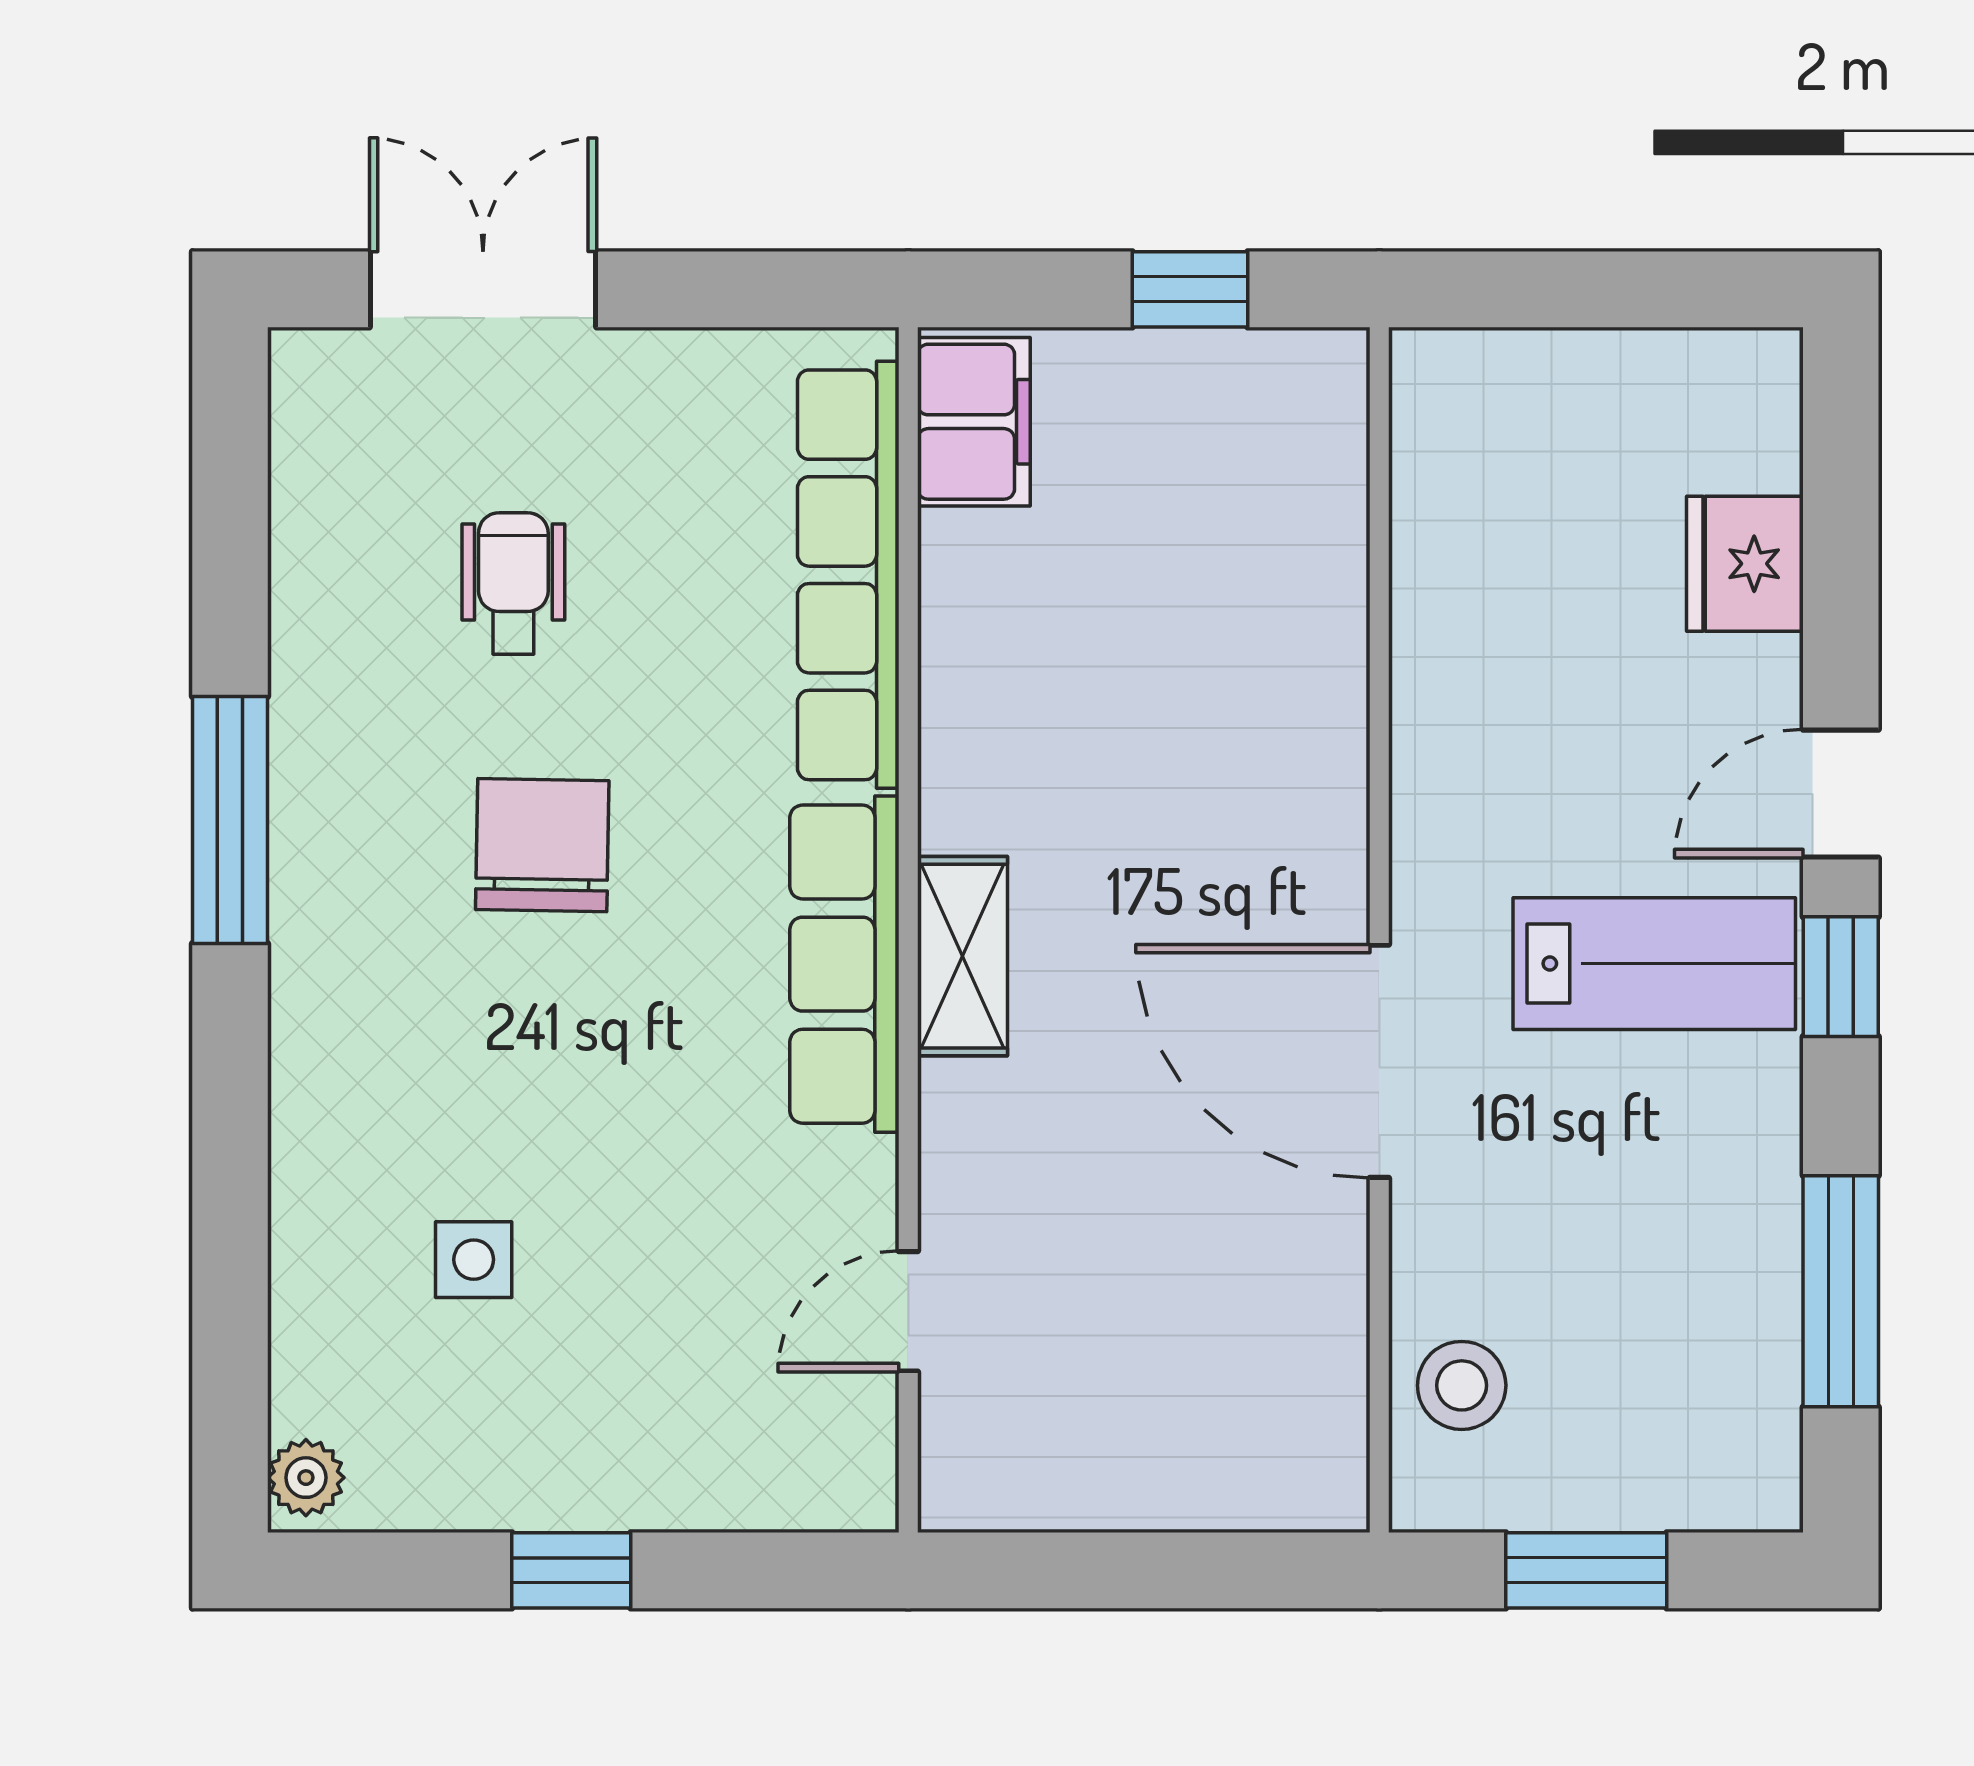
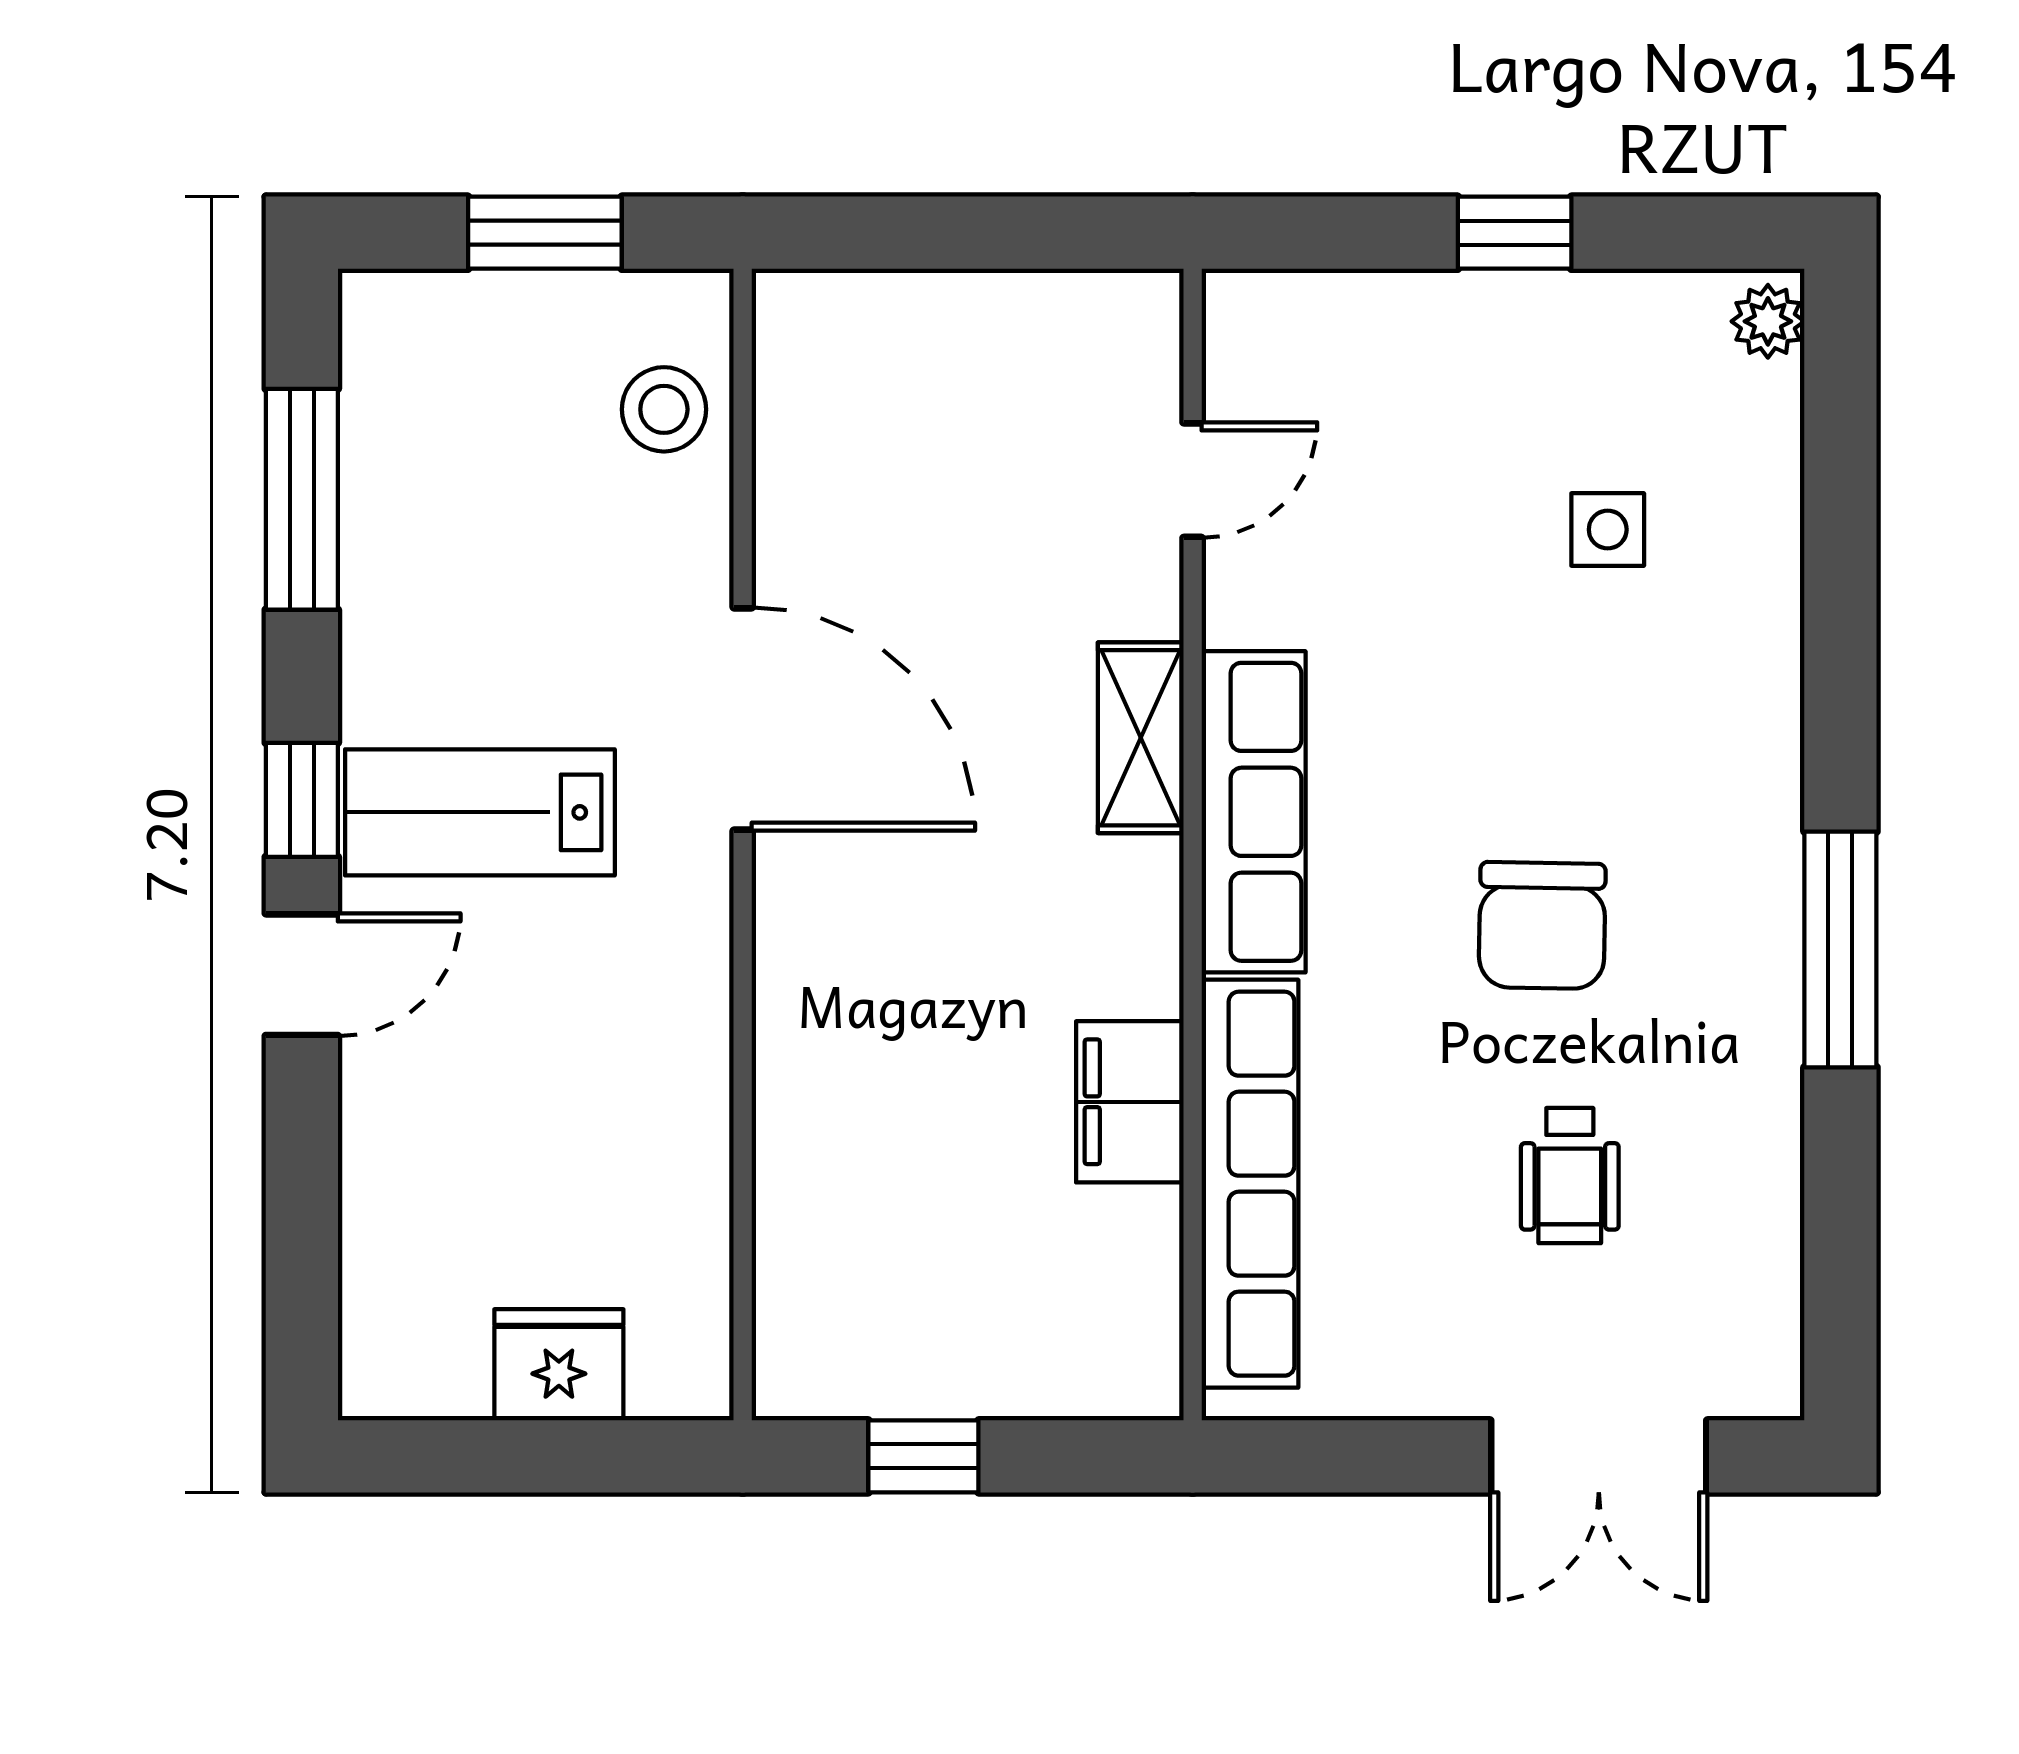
filing cabinet: (974, 422) -> (1130, 1102), moved
fridge: (1745, 564) -> (559, 1365), moved, turned -90
shelving: (963, 956) -> (1141, 738), moved

